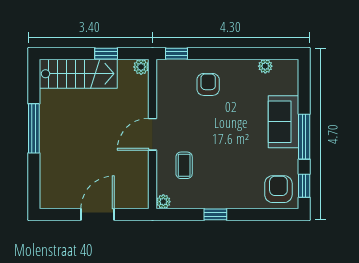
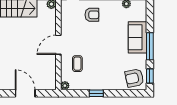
armchair: (208, 84) -> (92, 15), turned 90
armchair: (278, 189) -> (134, 78), turned -102
door: (97, 214) -> (25, 93), hinge flipped

